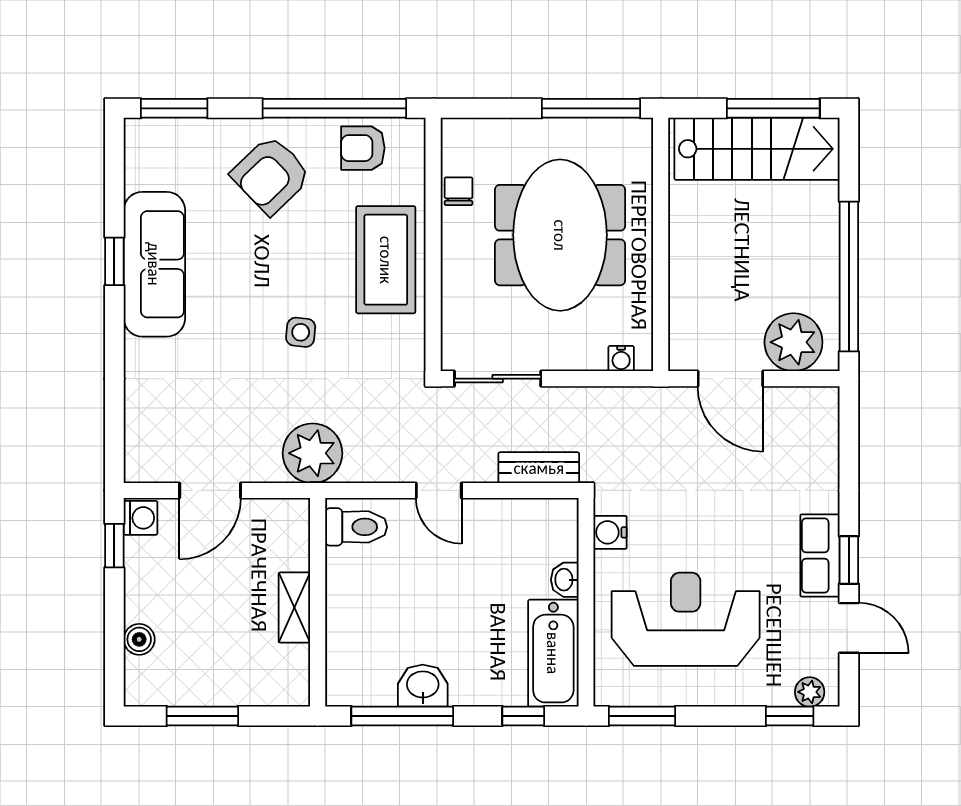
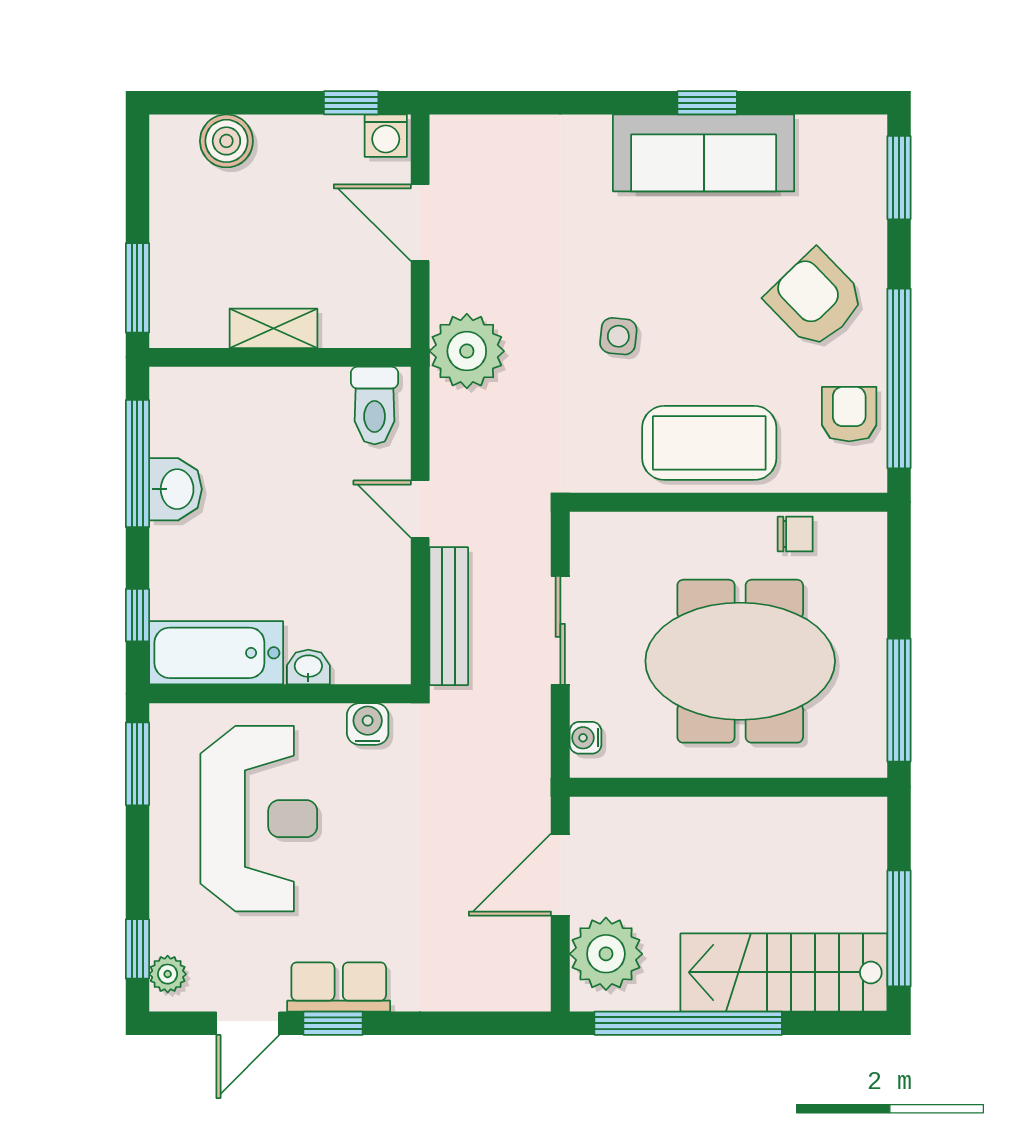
stairs: (757, 149) -> (784, 972), moved, turned 90
sliding door: (498, 379) -> (560, 630), moved
bench: (539, 468) -> (449, 616), width x1.36
door: (439, 490) -> (420, 509), hinge flipped
boiler: (139, 639) -> (226, 141), width x1.36, depth x1.36
window: (202, 716) -> (137, 288), moved

